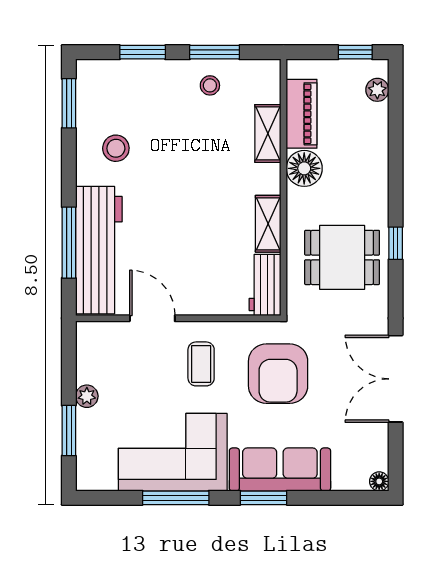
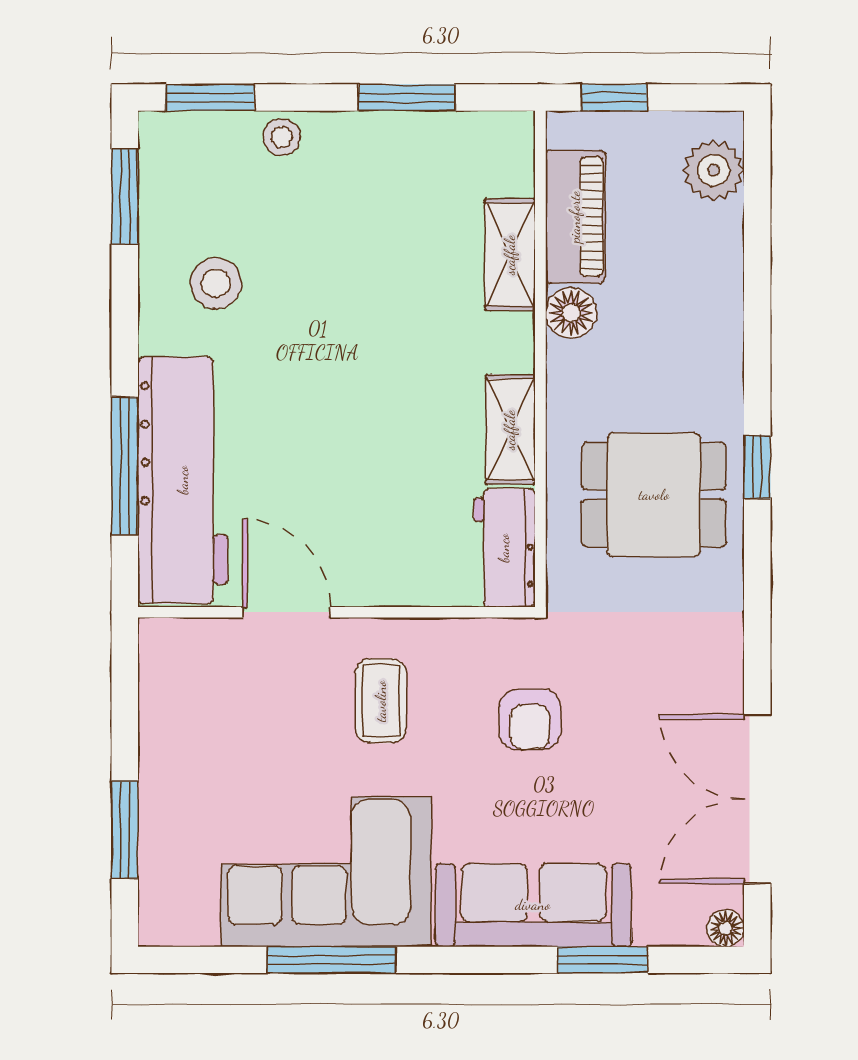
window: (143, 52) -> (210, 97), moved
window: (355, 52) -> (614, 97), moved
stool: (210, 85) -> (282, 137), moved
plant: (377, 90) -> (714, 170), width x1.38, depth x1.38
floor lamp: (304, 168) -> (571, 313), width x0.73, depth x0.73
armchair: (278, 374) -> (530, 719), width x0.53, depth x0.53
double door: (396, 379) -> (757, 799), moved
plant: (87, 396) -> (160, 763), removed
window: (263, 498) -> (603, 960), moved

